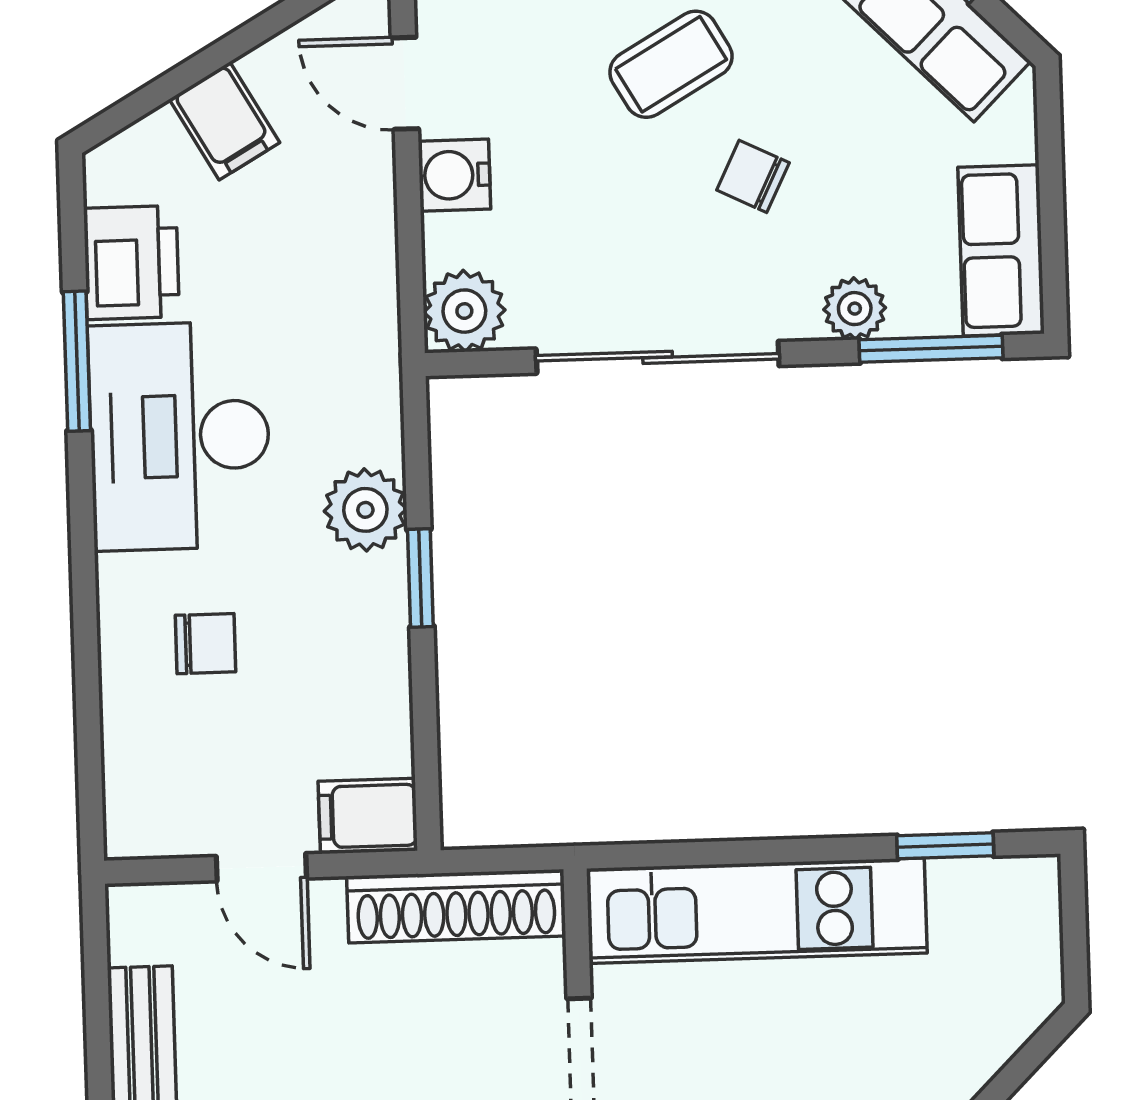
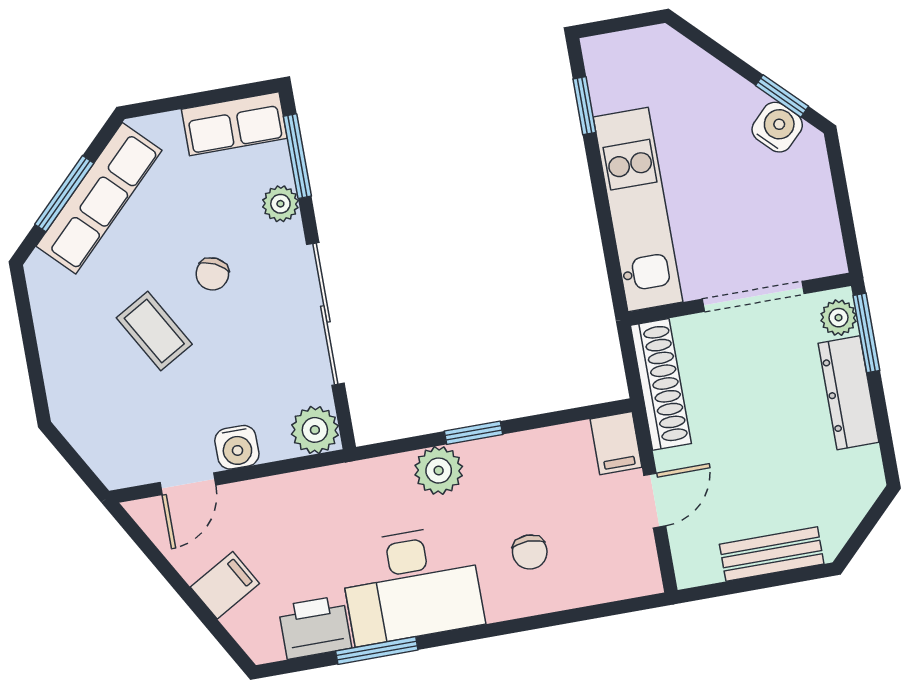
chair: (206, 644) -> (530, 552), turned 180

